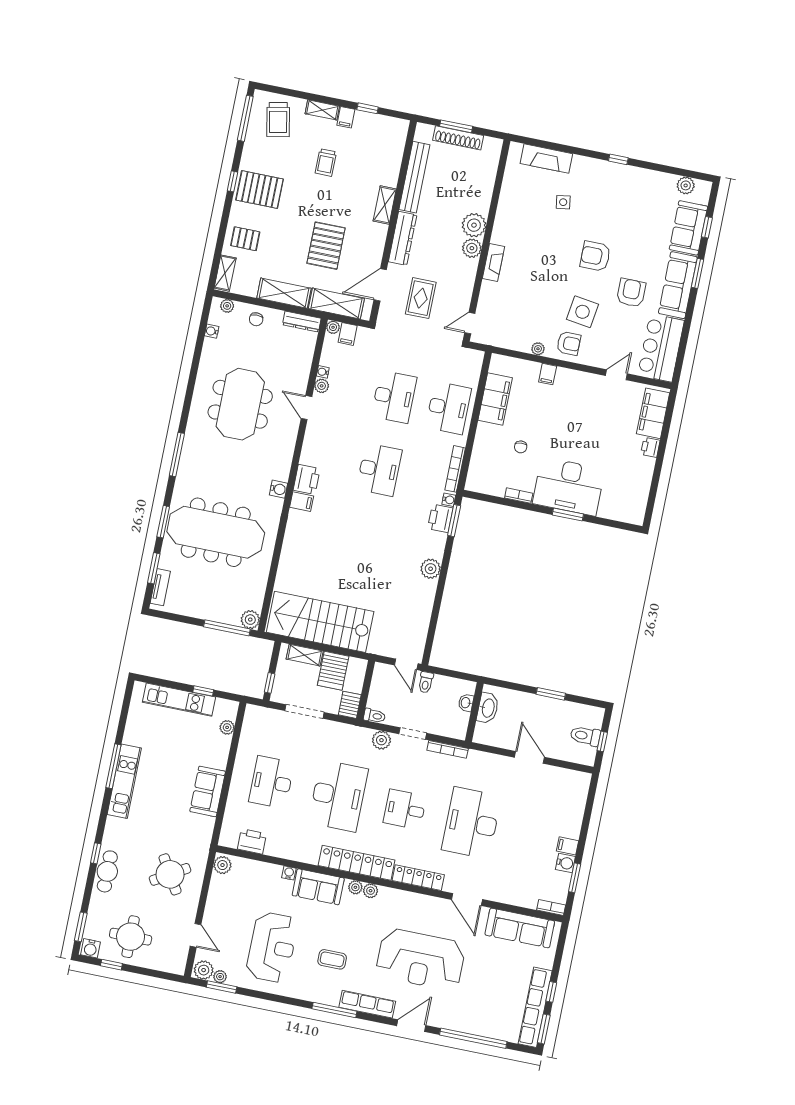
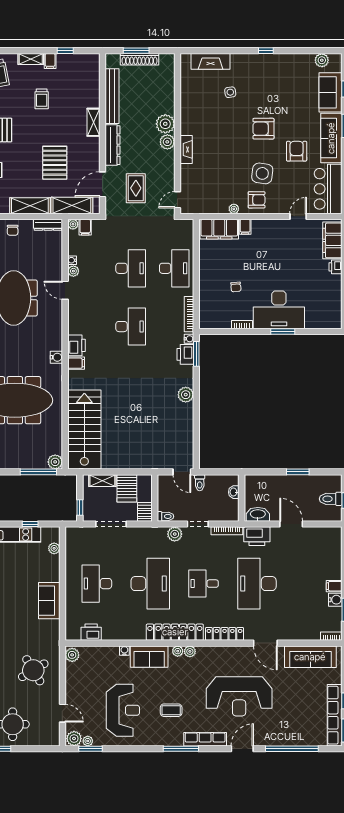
filing cabinet: (495, 399) -> (219, 229), moved, turned 90
stairs: (320, 622) -> (84, 430), moved, turned 90
washbasin: (488, 708) -> (258, 514), moved, turned -90
printer: (484, 764) -> (257, 536), added

